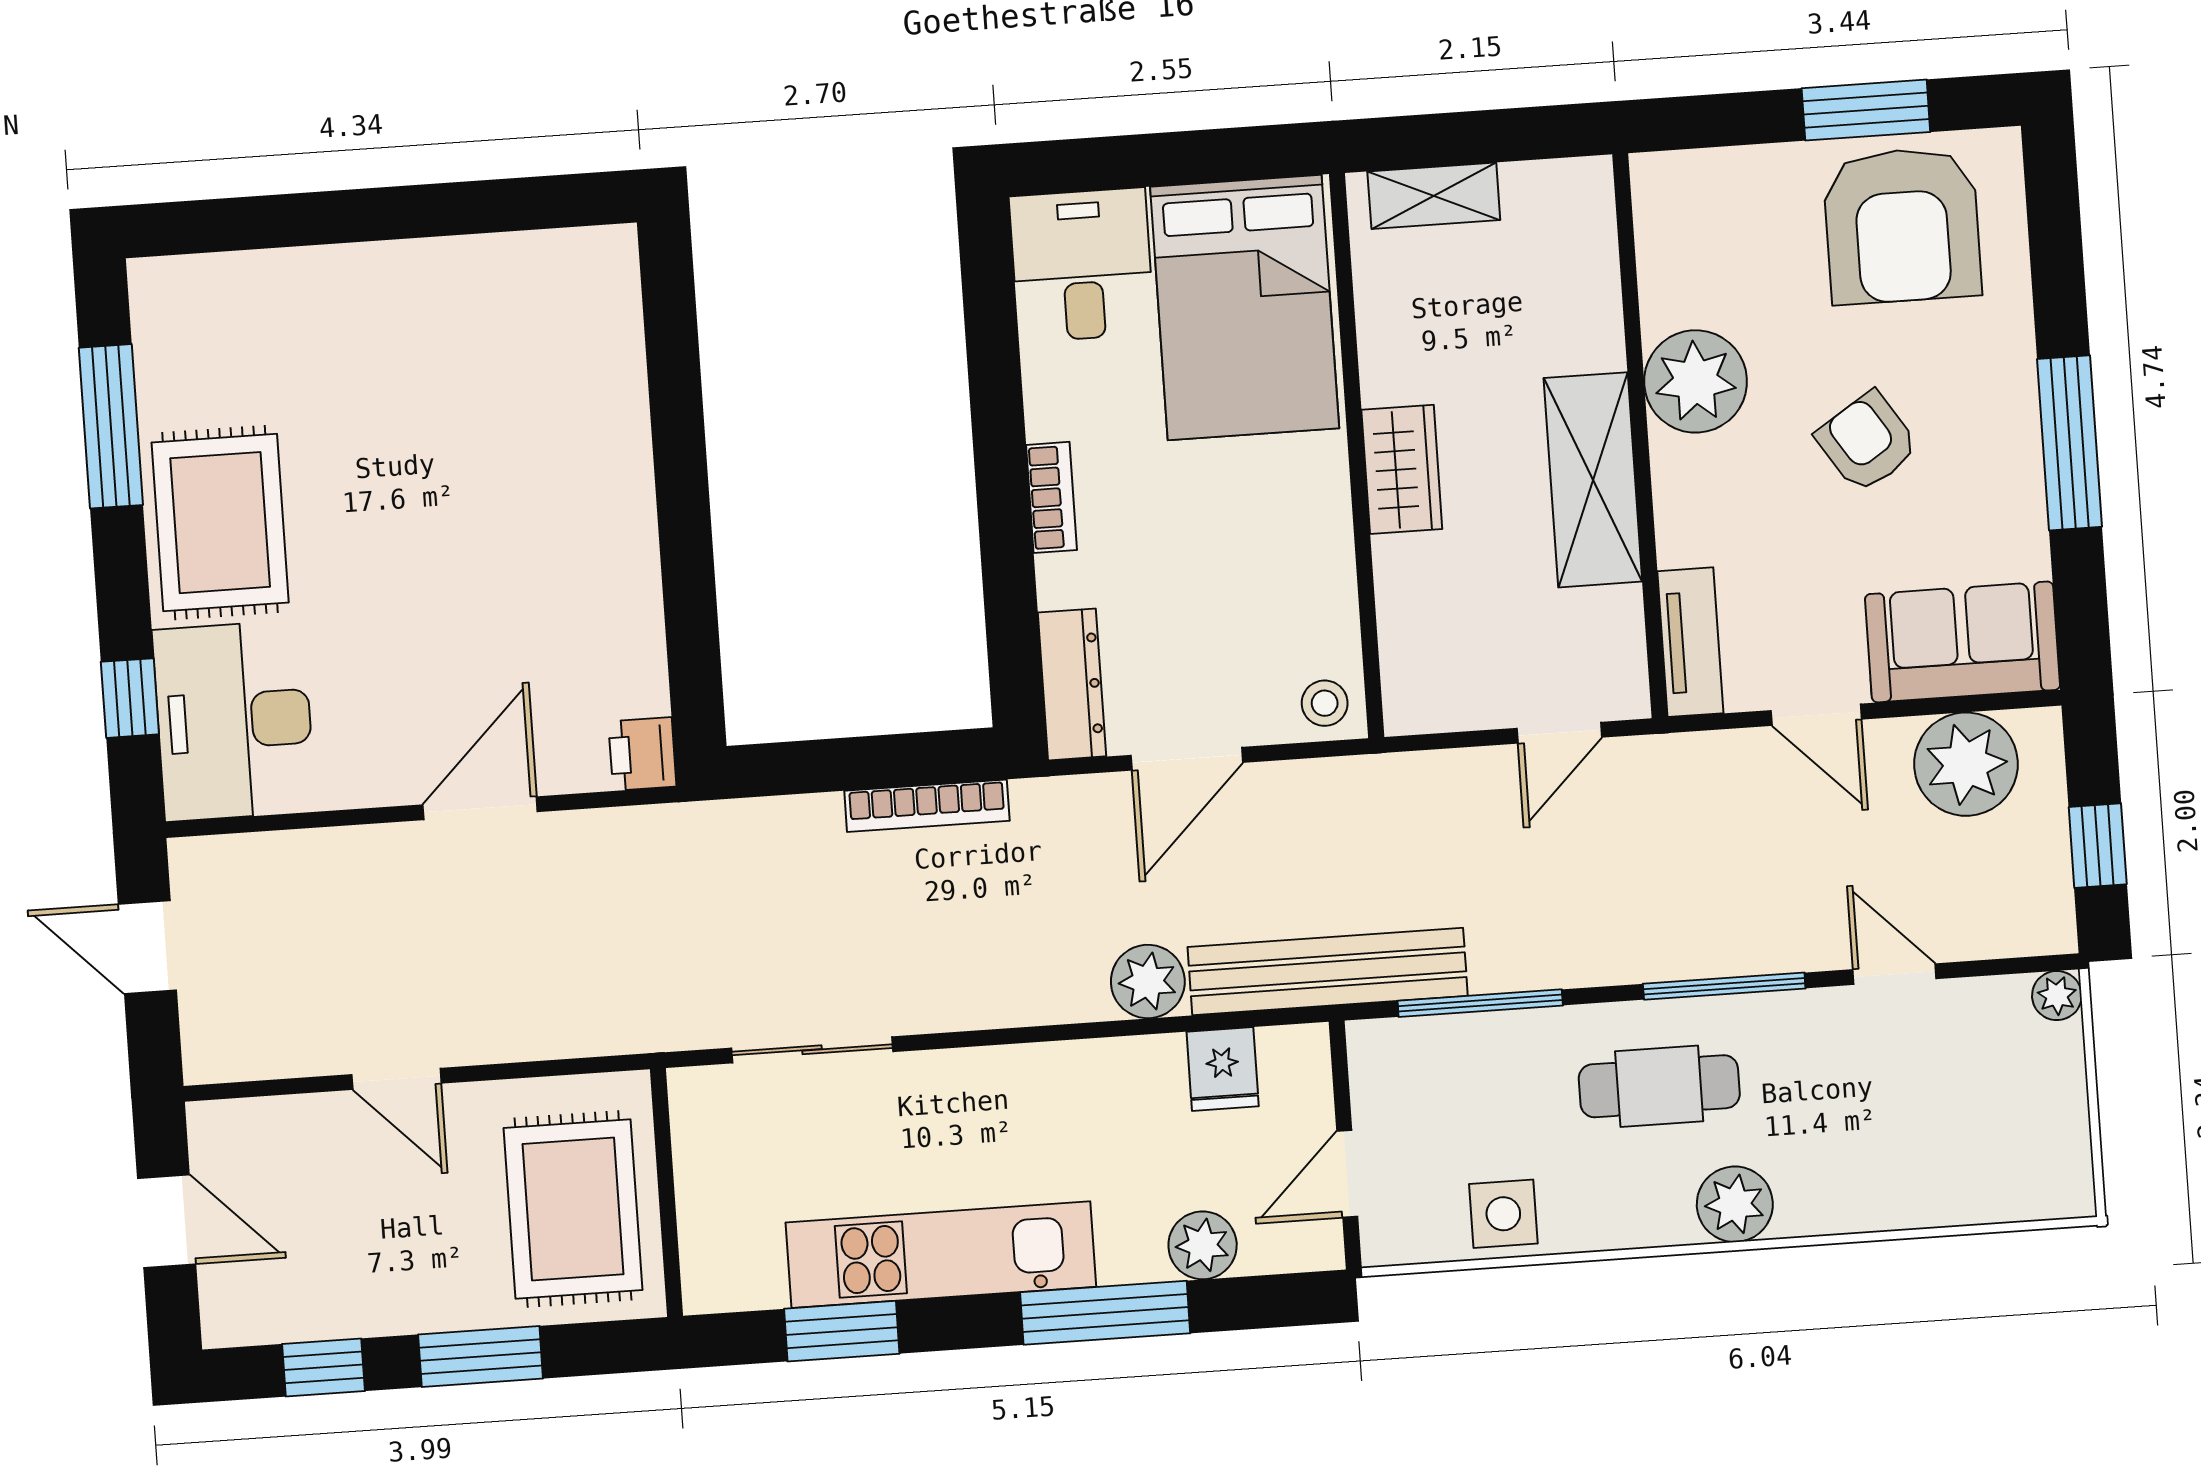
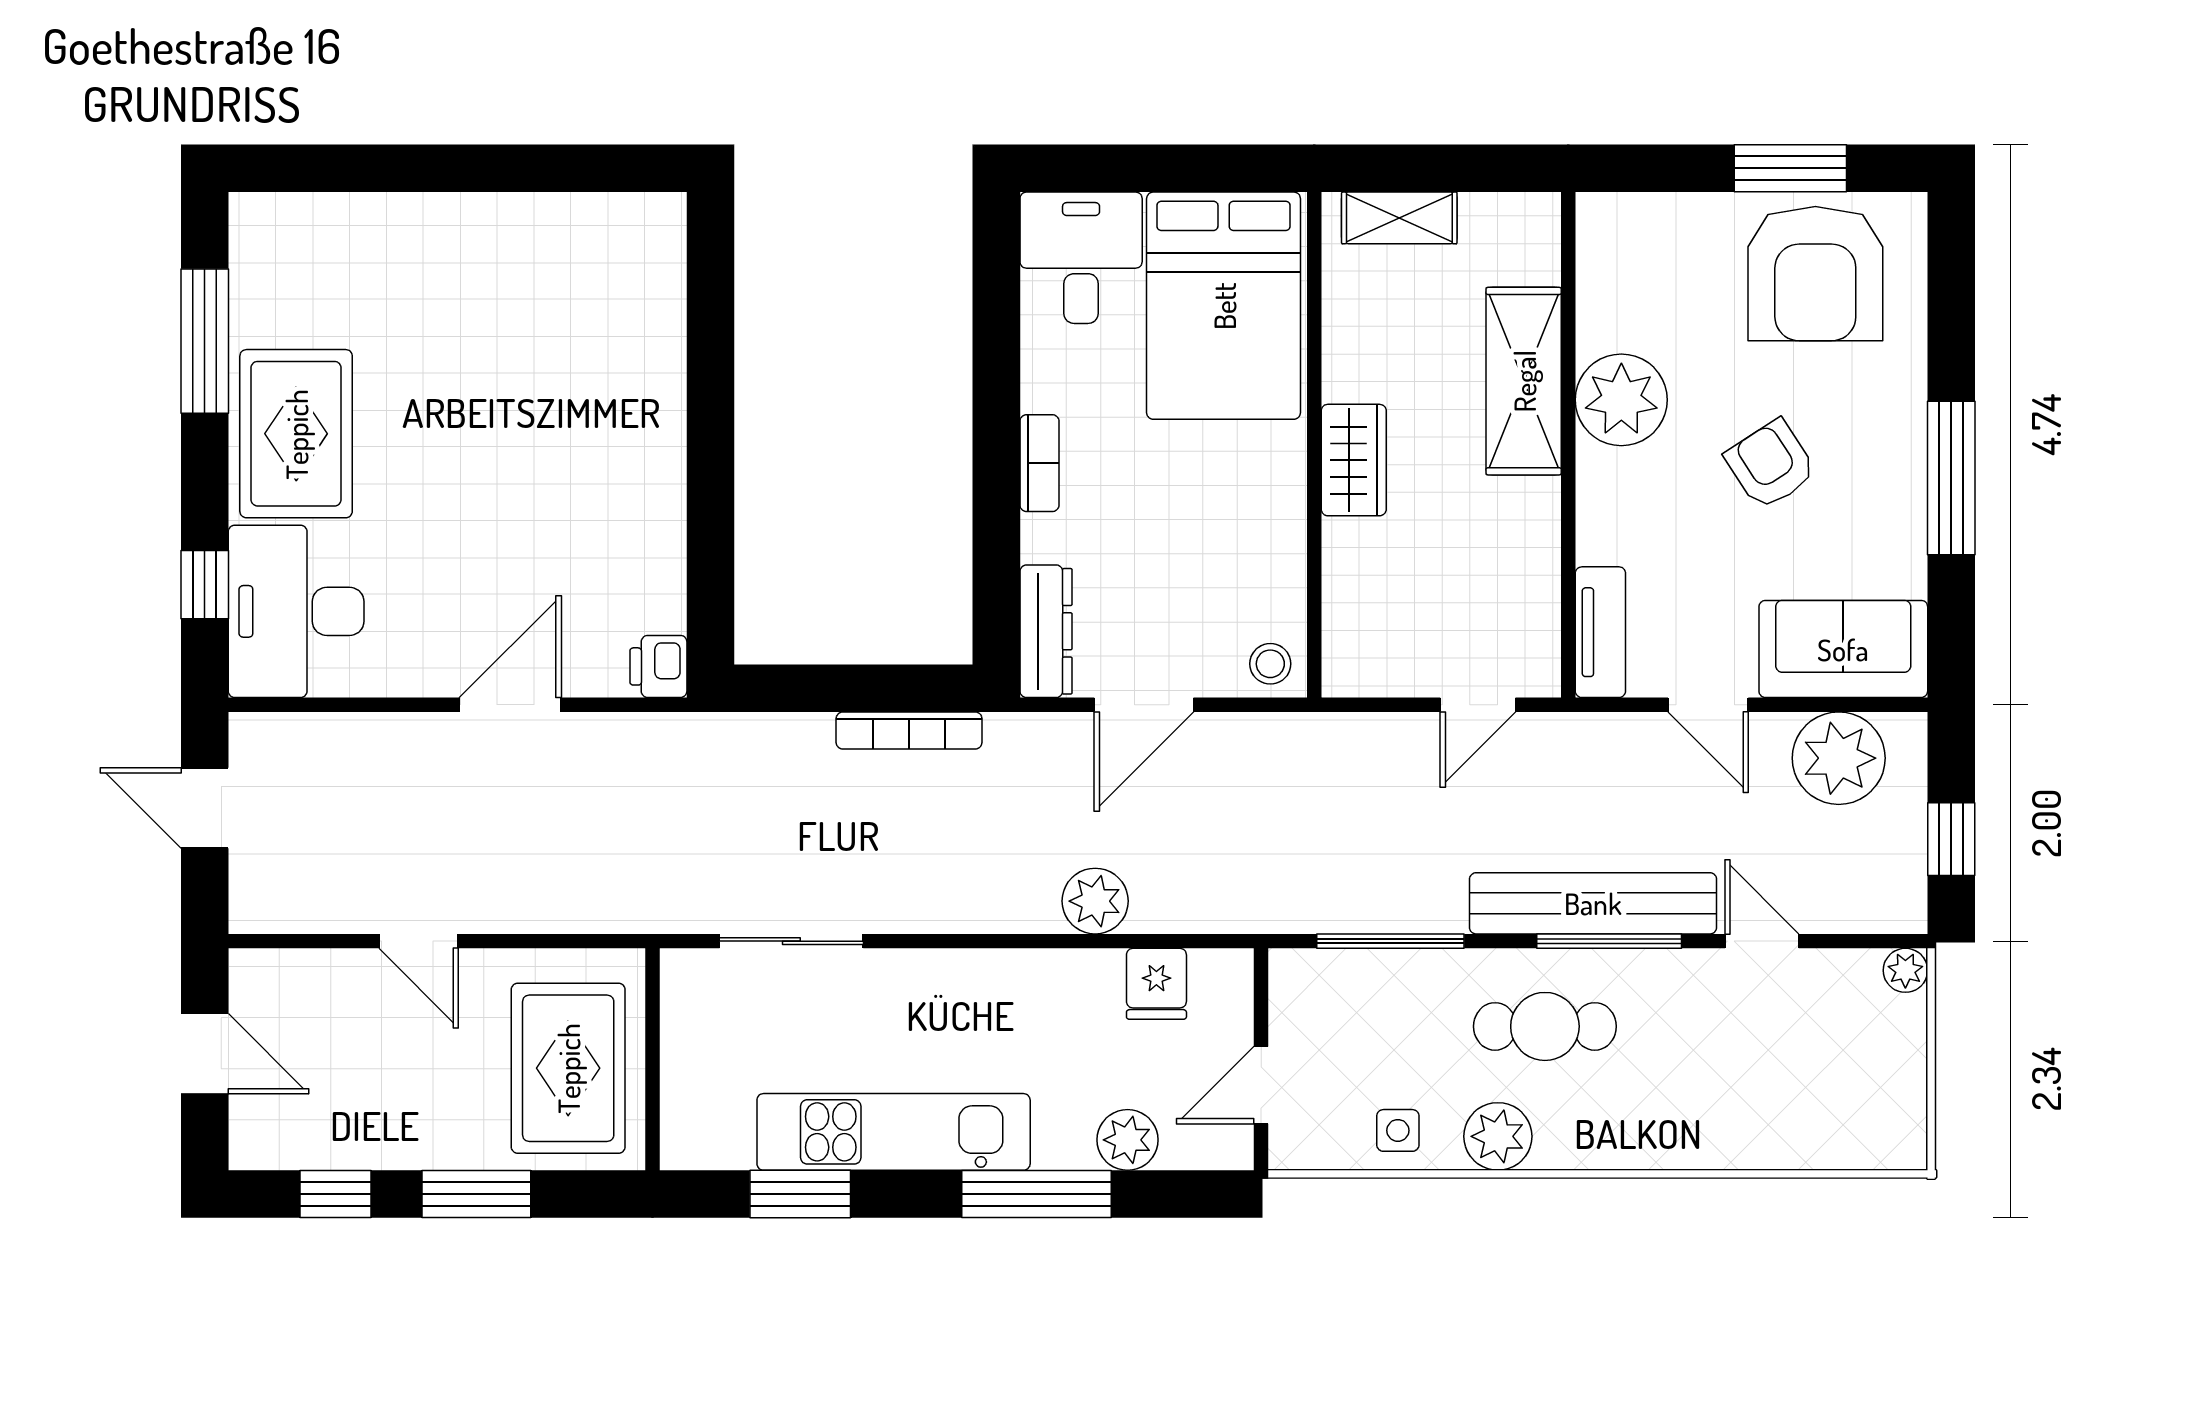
shelving: (1593, 480) -> (1524, 381), moved
bench: (1328, 971) -> (1593, 903), moved
plant: (1735, 1204) -> (1498, 1136), moved
side table: (1503, 1214) -> (1398, 1130), width x0.73, depth x0.73

